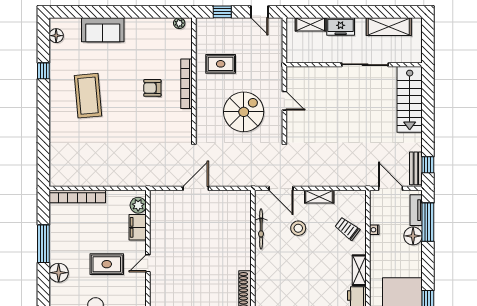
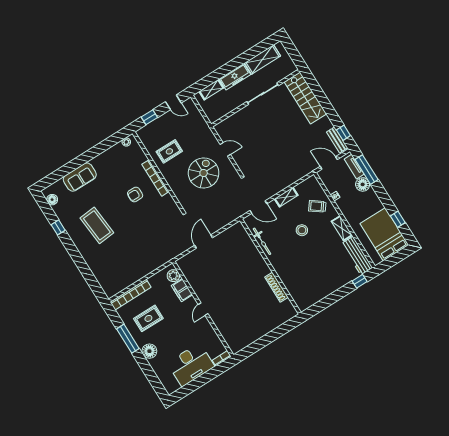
freezer: (341, 27) -> (235, 77), width x1.40
stool: (298, 228) -> (302, 230), moved
rug: (107, 264) -> (148, 318), moved

